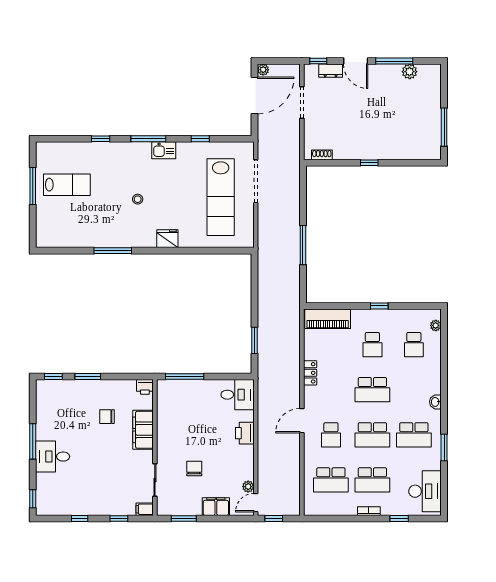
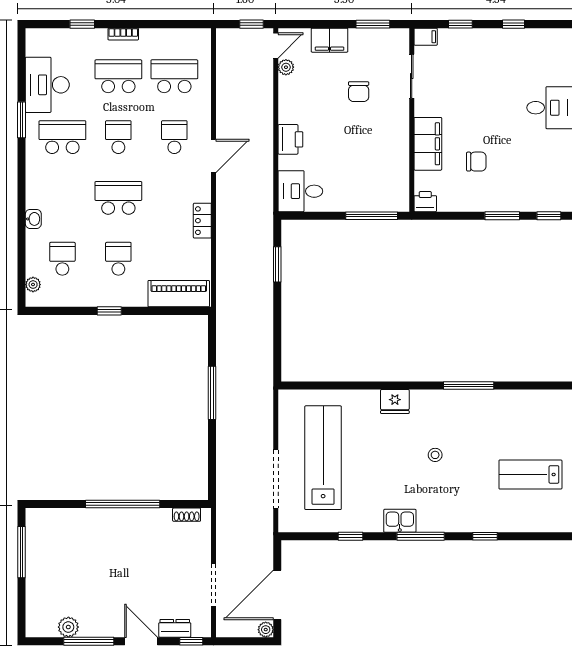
window: (369, 163) -> (123, 504), width x3.17
washbasin: (435, 402) -> (33, 219), moved
school desk: (372, 435) -> (118, 137), width x0.54
desk: (425, 491) -> (47, 85), moved

